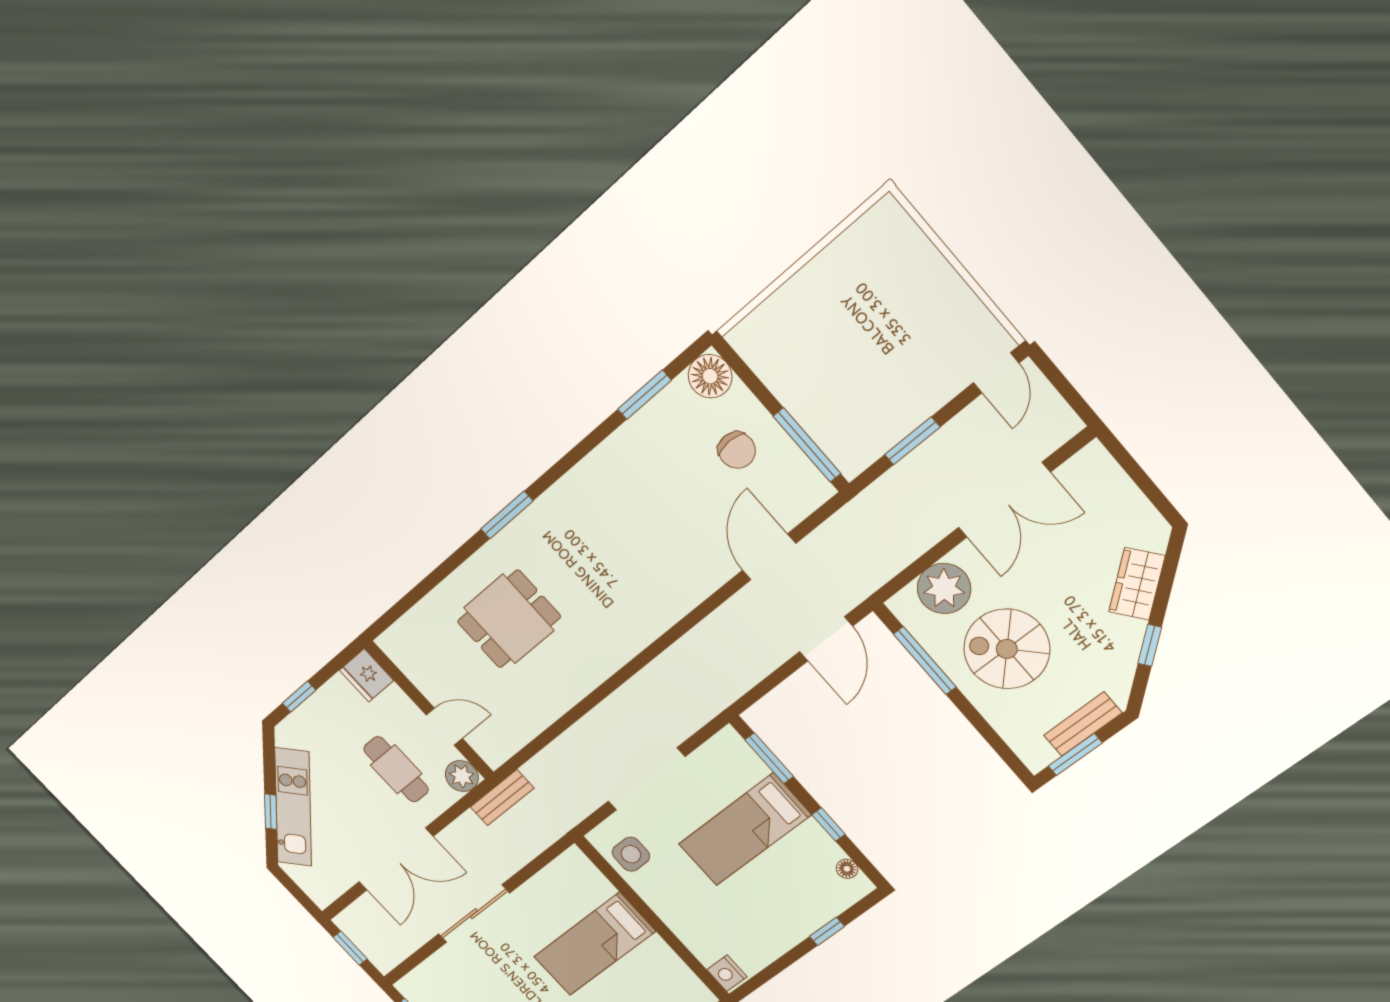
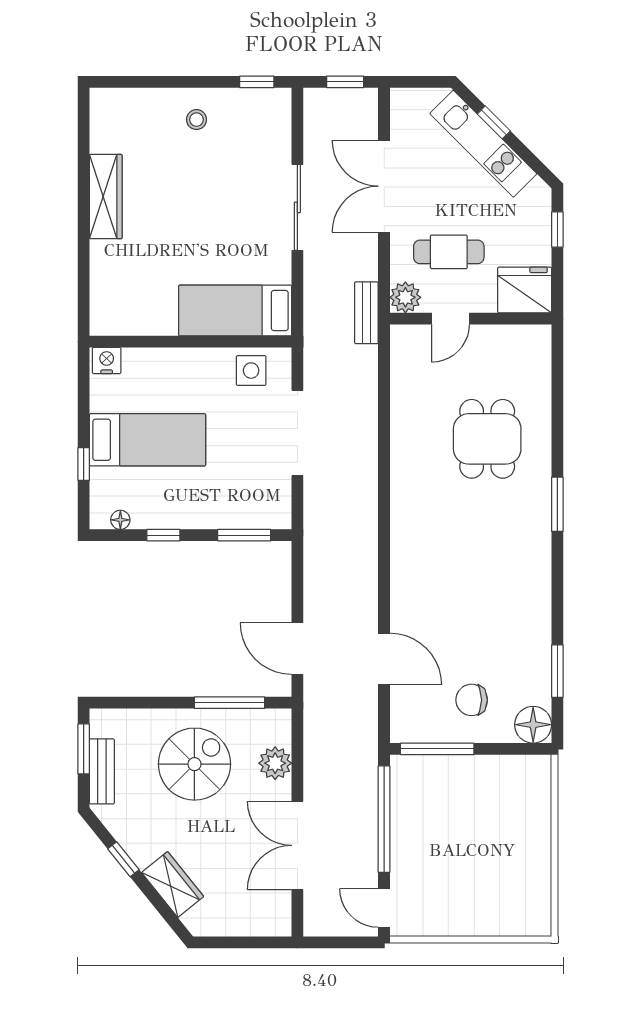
window: (912, 441) -> (384, 819), width x2.11
plant: (944, 588) -> (275, 763), width x0.73, depth x0.73
fridge: (366, 675) -> (525, 290), width x1.36, depth x1.34
bed: (745, 830) -> (148, 440), moved, turned 90
bed: (594, 944) -> (235, 311), moved, turned -90

